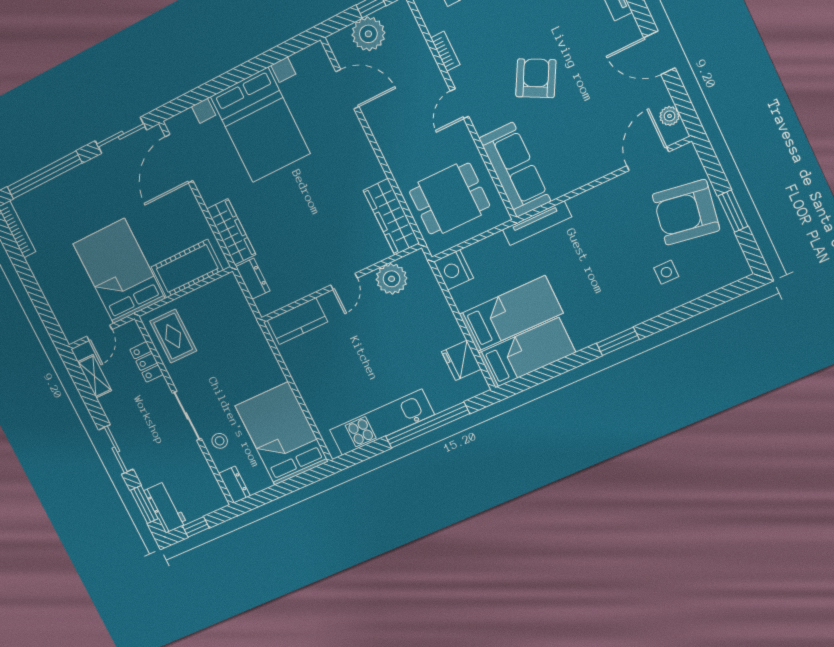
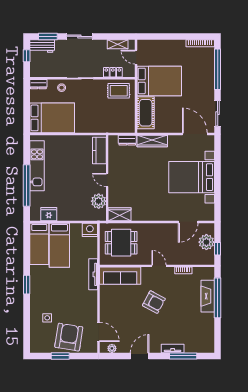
dining table: (450, 199) -> (121, 243), turned 90
wardrobe: (391, 217) -> (120, 214), width x0.67

